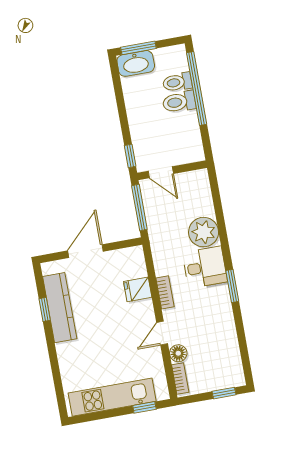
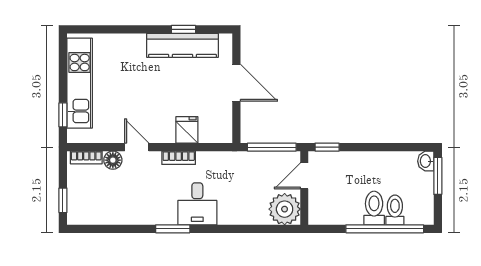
washbasin: (136, 63) -> (426, 161), width x0.52, depth x0.69
plant: (204, 232) -> (285, 209), moved

